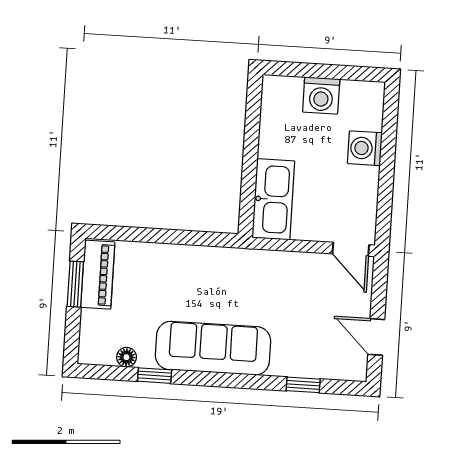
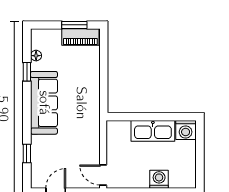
washing machine: (321, 96) -> (186, 130), moved, turned -90
kitchen sink: (273, 199) -> (153, 131), moved
door: (351, 249) -> (103, 175), hinge flipped

